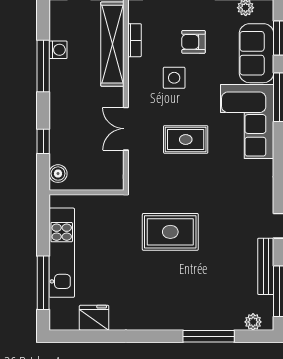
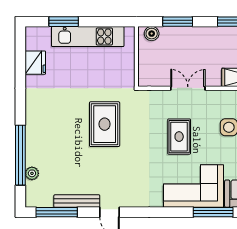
window: (43, 141) -> (178, 22), width x1.50
window: (43, 283) -> (64, 22), width x0.69
plant: (253, 322) -> (32, 173), moved
window: (209, 336) -> (20, 155), width x1.46

